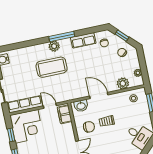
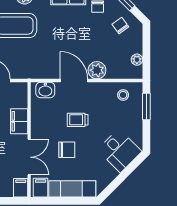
plant: (123, 83) -> (97, 70), moved
filing cabinet: (65, 114) -> (19, 121), moved
chair: (89, 127) -> (67, 150), moved

